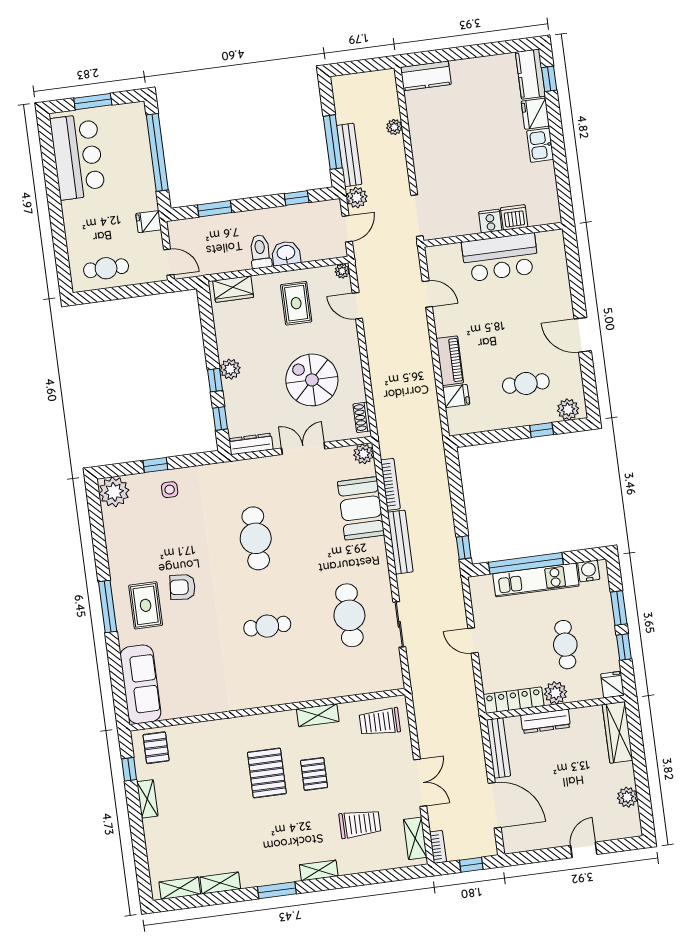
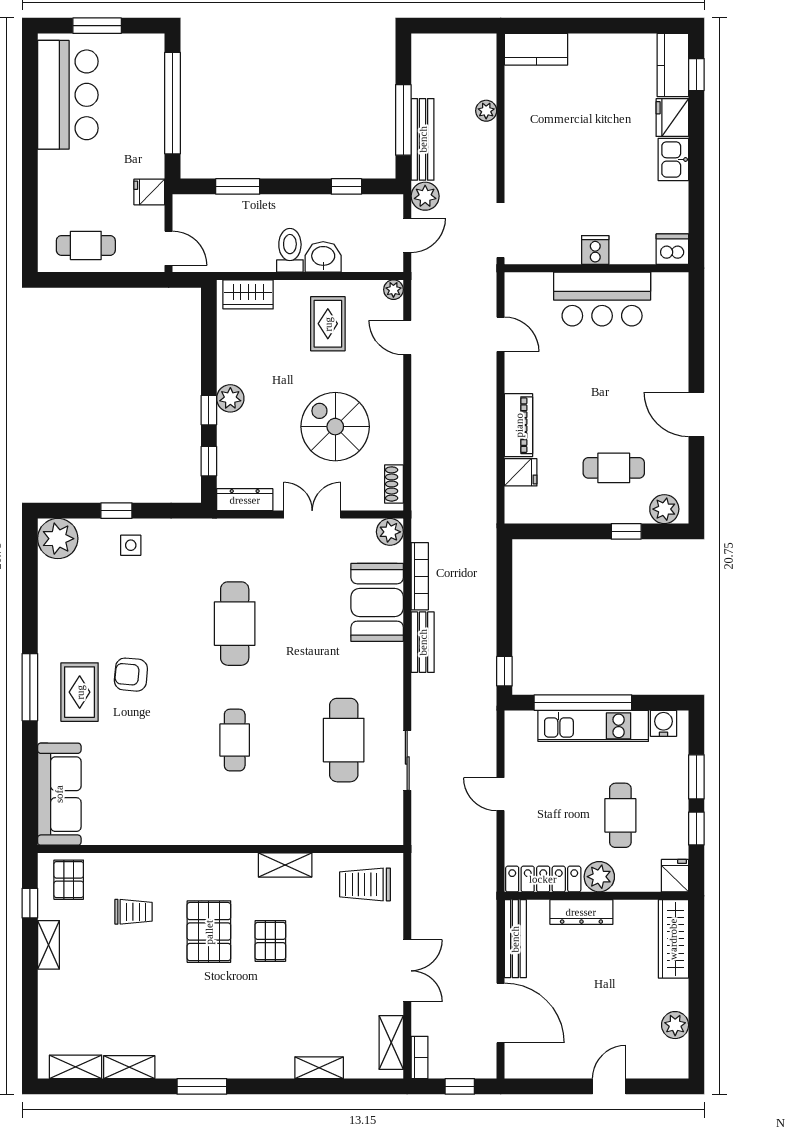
dishwasher: (514, 217) -> (672, 249), moved
bench: (400, 542) -> (423, 642), width x0.73
cafe table: (267, 626) -> (235, 740), turned 90
trolley: (360, 824) -> (134, 912), moved, width x0.73, depth x0.72
shelving: (319, 870) -> (319, 1068), moved

